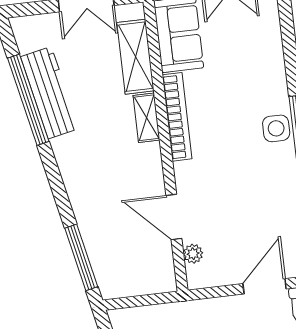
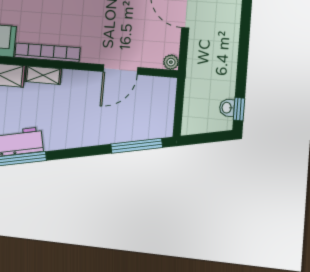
plant: (193, 254) -> (171, 62), moved

